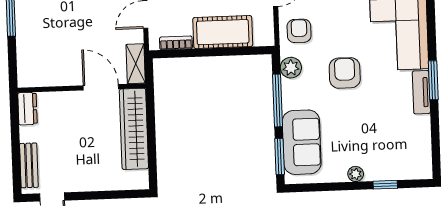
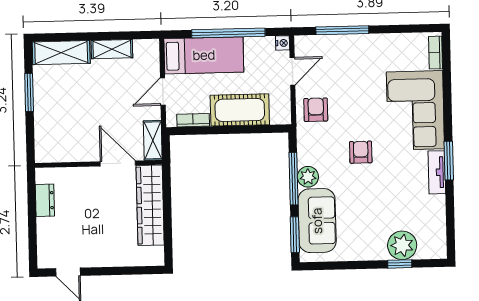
plant: (291, 68) -> (308, 177), moved
armchair: (345, 73) -> (361, 152), width x0.72, depth x0.72
dresser: (27, 109) -> (45, 200), moved
bench: (29, 165) -> (45, 240), removed
plant: (356, 174) -> (402, 245), moved, width x1.88, depth x1.88

